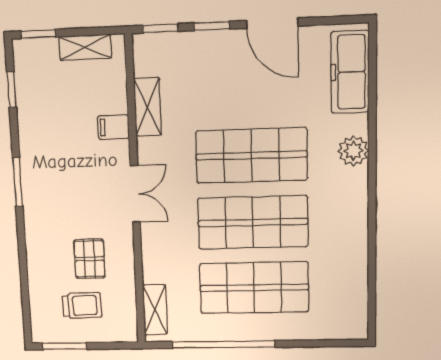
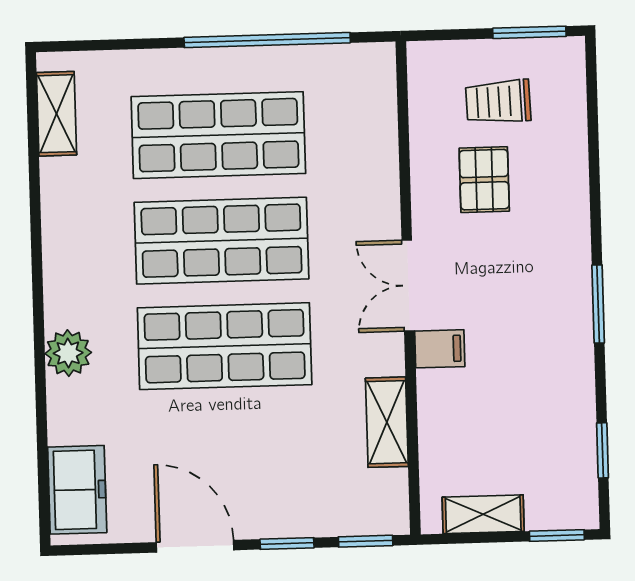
freezer: (350, 72) -> (77, 490), width x0.71
filing cabinet: (114, 127) -> (440, 349), moved
shelving: (155, 310) -> (56, 114), moved

